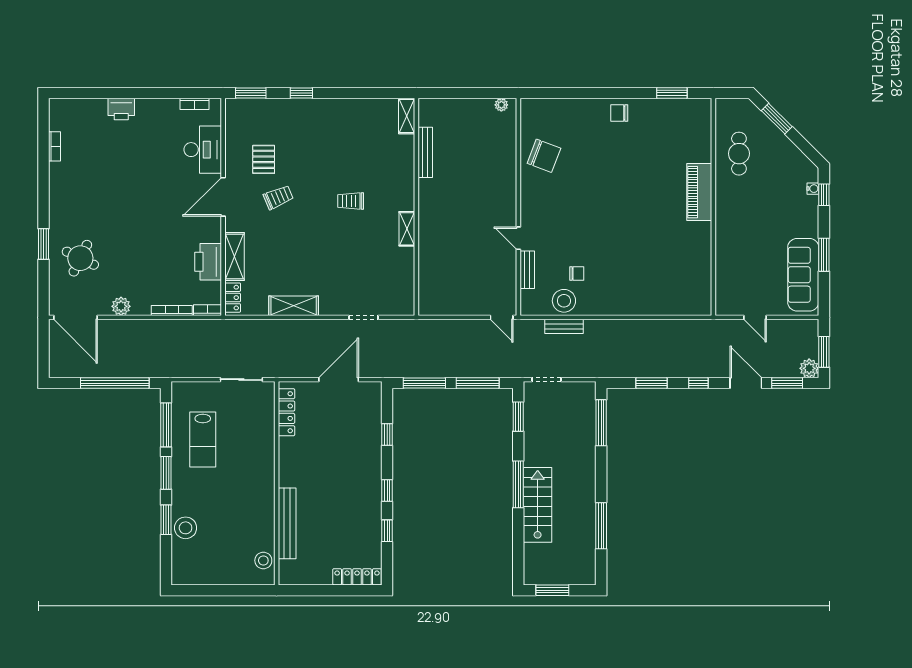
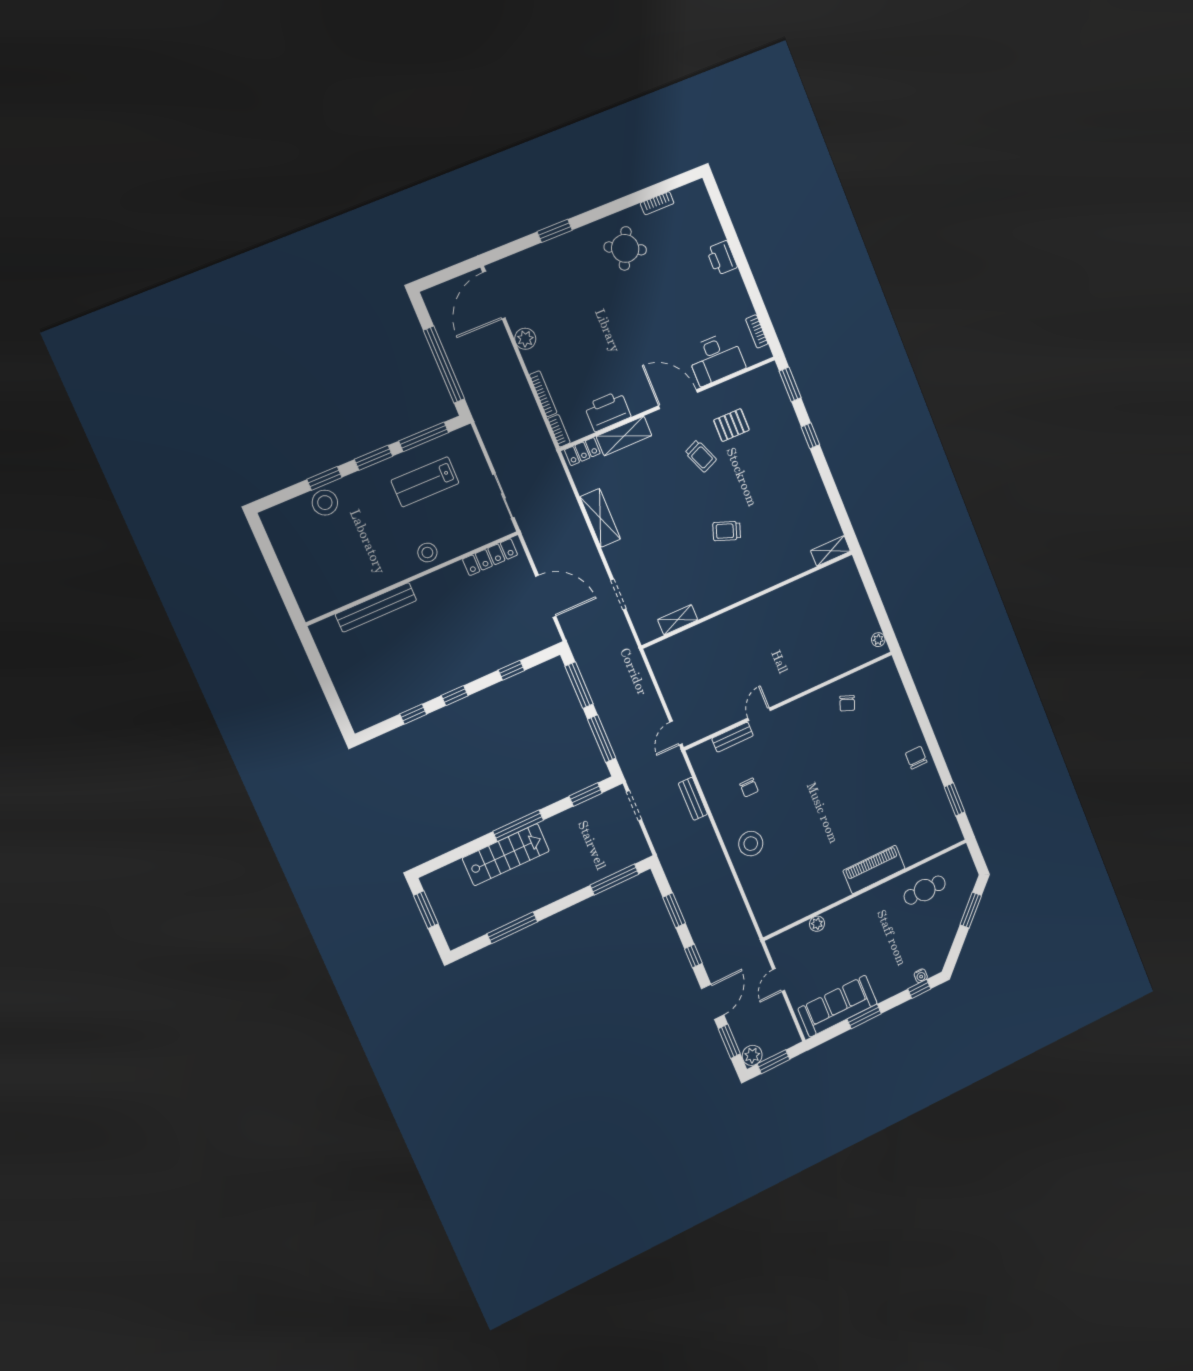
bench: (425, 152) -> (803, 585), removed
chair: (544, 156) -> (847, 703), width x0.54, depth x0.54
trolley: (351, 201) -> (727, 531), turned -70
shelving: (407, 229) -> (678, 620), moved
round table: (80, 258) -> (625, 248), moved
plant: (722, 263) -> (817, 924), added
stool: (564, 301) -> (751, 844), moved
stool: (263, 560) -> (427, 552), moved
locker: (357, 577) -> (352, 704), removed

